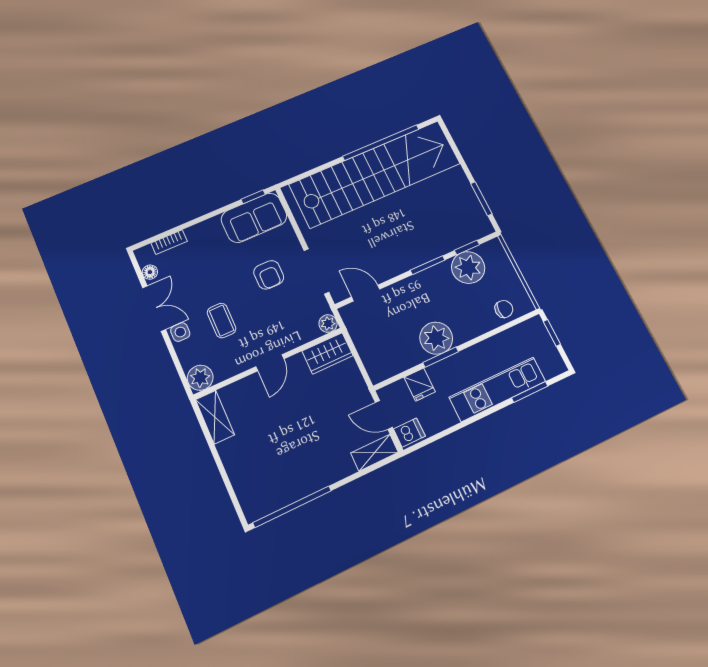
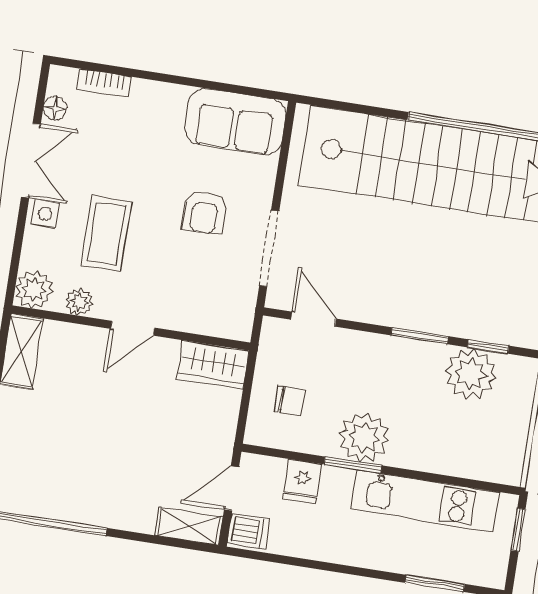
window: (253, 197) -> (253, 92), removed
chair: (504, 309) -> (289, 401), moved
coffee table: (222, 321) -> (106, 233), width x1.36, depth x1.30
plant: (328, 324) -> (79, 302), moved
kitchen unit: (497, 389) -> (425, 501), moved, turned 180
door: (384, 415) -> (232, 488), hinge flipped

